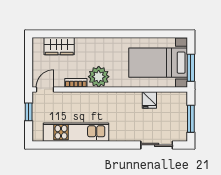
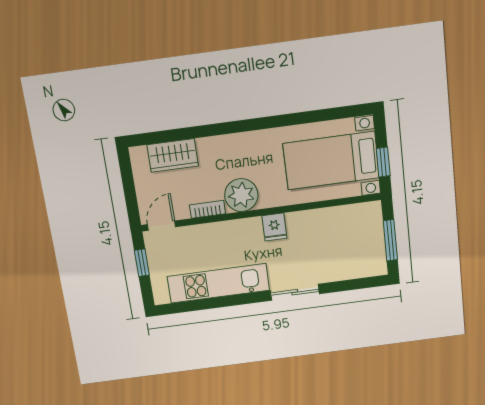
window: (191, 68) -> (383, 162), width x0.67
fridge: (149, 100) -> (274, 227), moved
sliding door: (157, 145) -> (295, 292), moved

